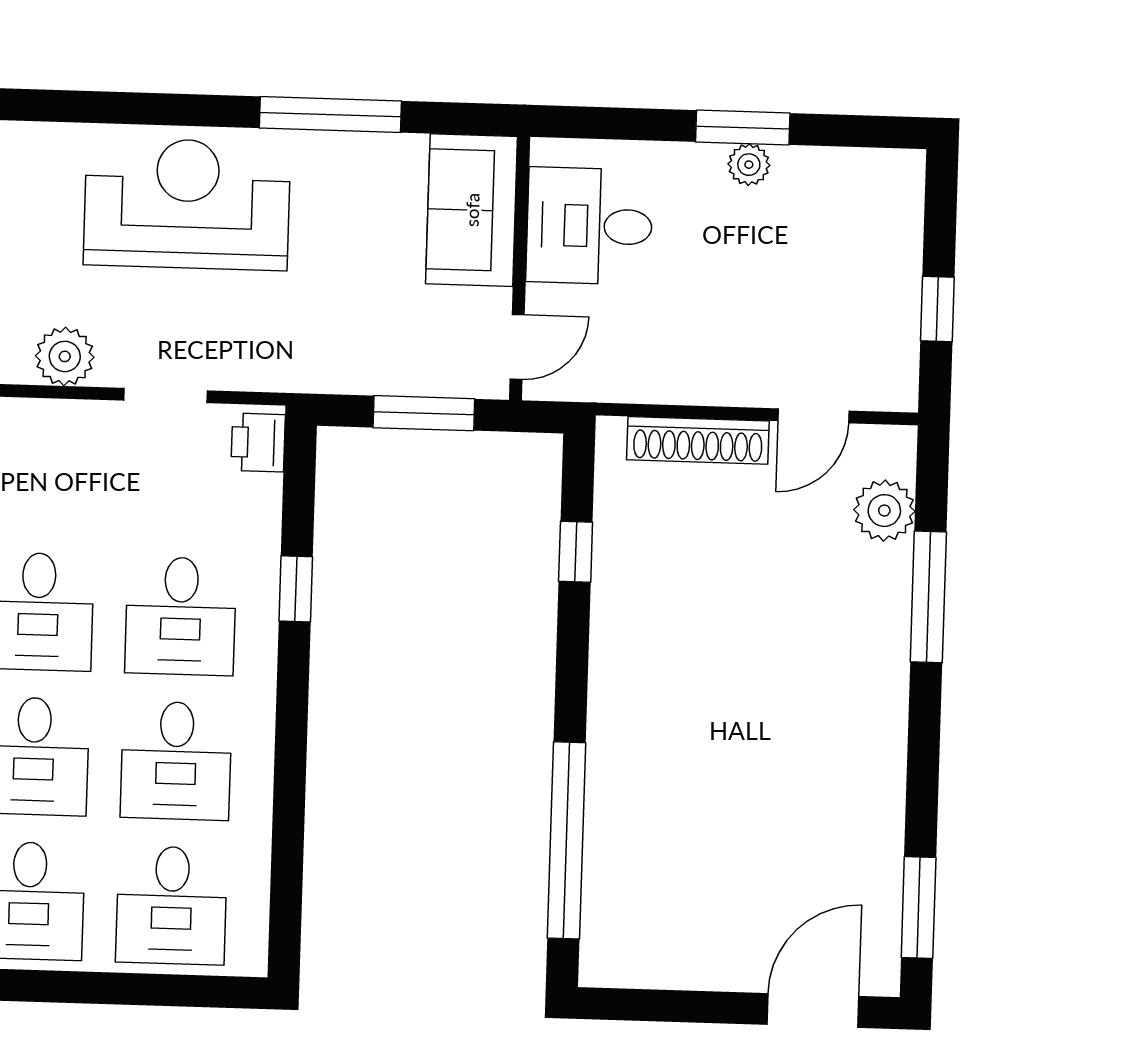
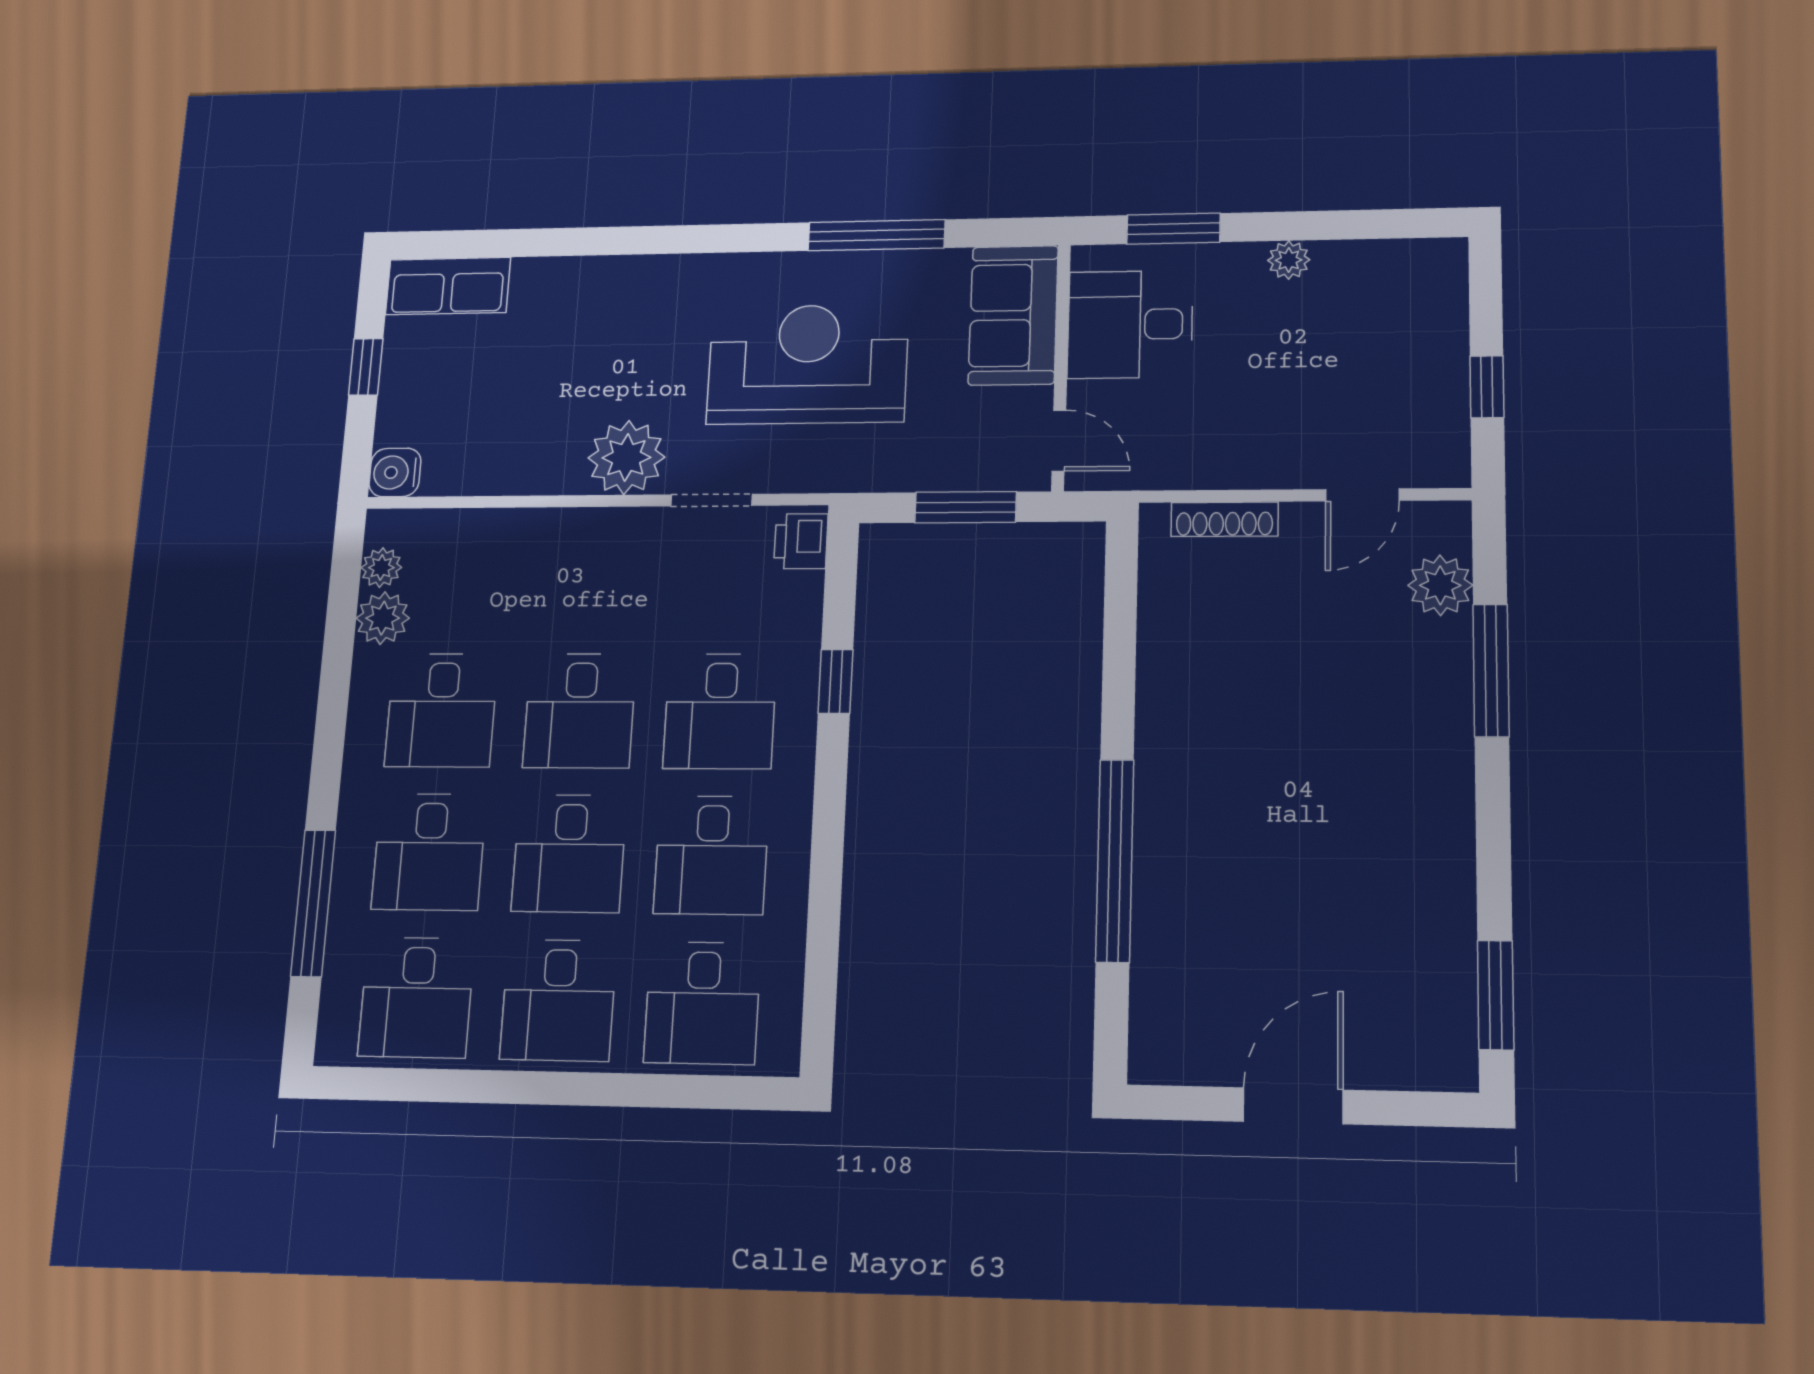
window: (743, 127) -> (1173, 229), moved
reception desk: (187, 204) -> (808, 364), moved
door: (517, 347) -> (1059, 441), hinge flipped
plant: (65, 356) -> (626, 458), width x1.36, depth x1.36
shoe rack: (698, 440) -> (1224, 519), width x0.74, depth x0.81
window: (576, 552) -> (1120, 636), removed
window: (567, 840) -> (1115, 860), moved
door: (813, 1010) -> (1293, 1106), moved

